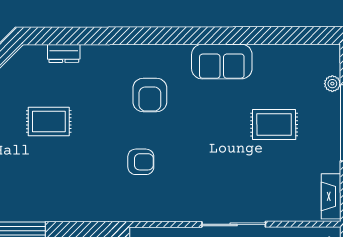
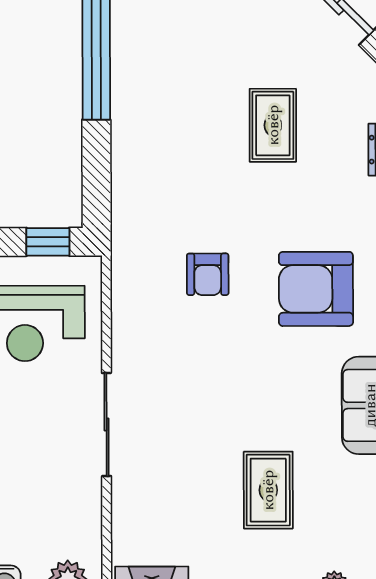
armchair: (150, 95) -> (316, 289), width x1.36, depth x1.36

